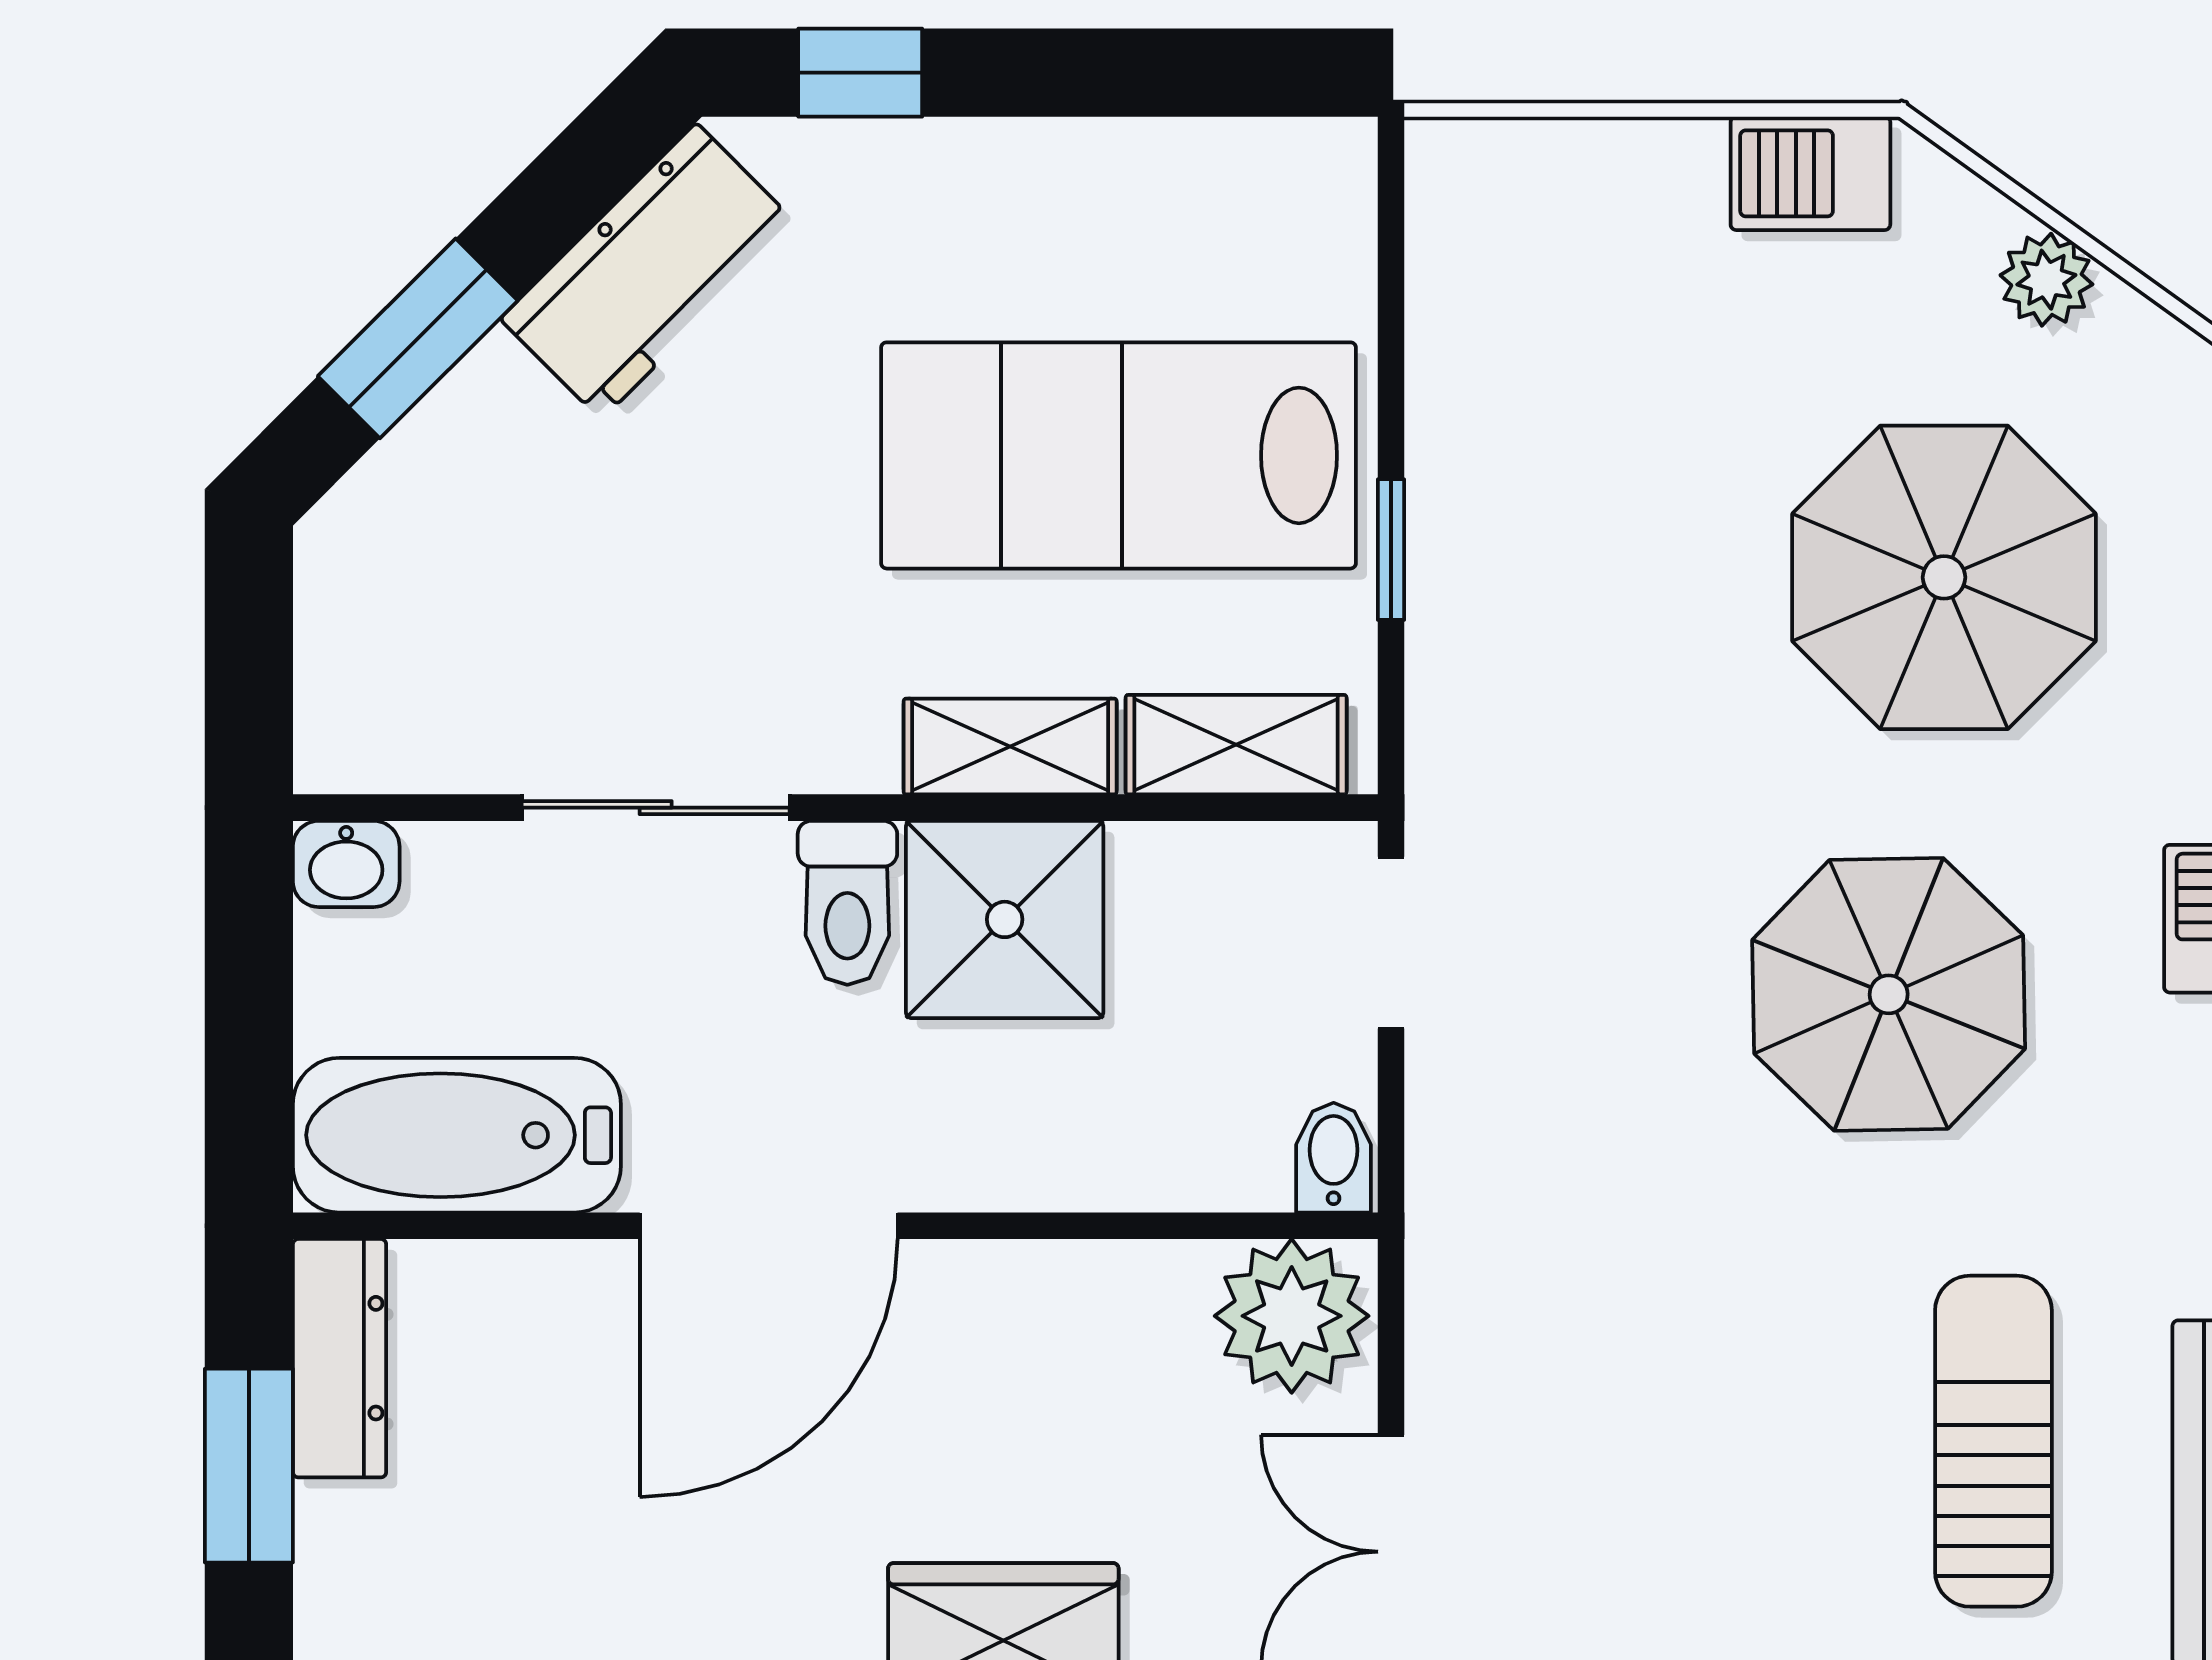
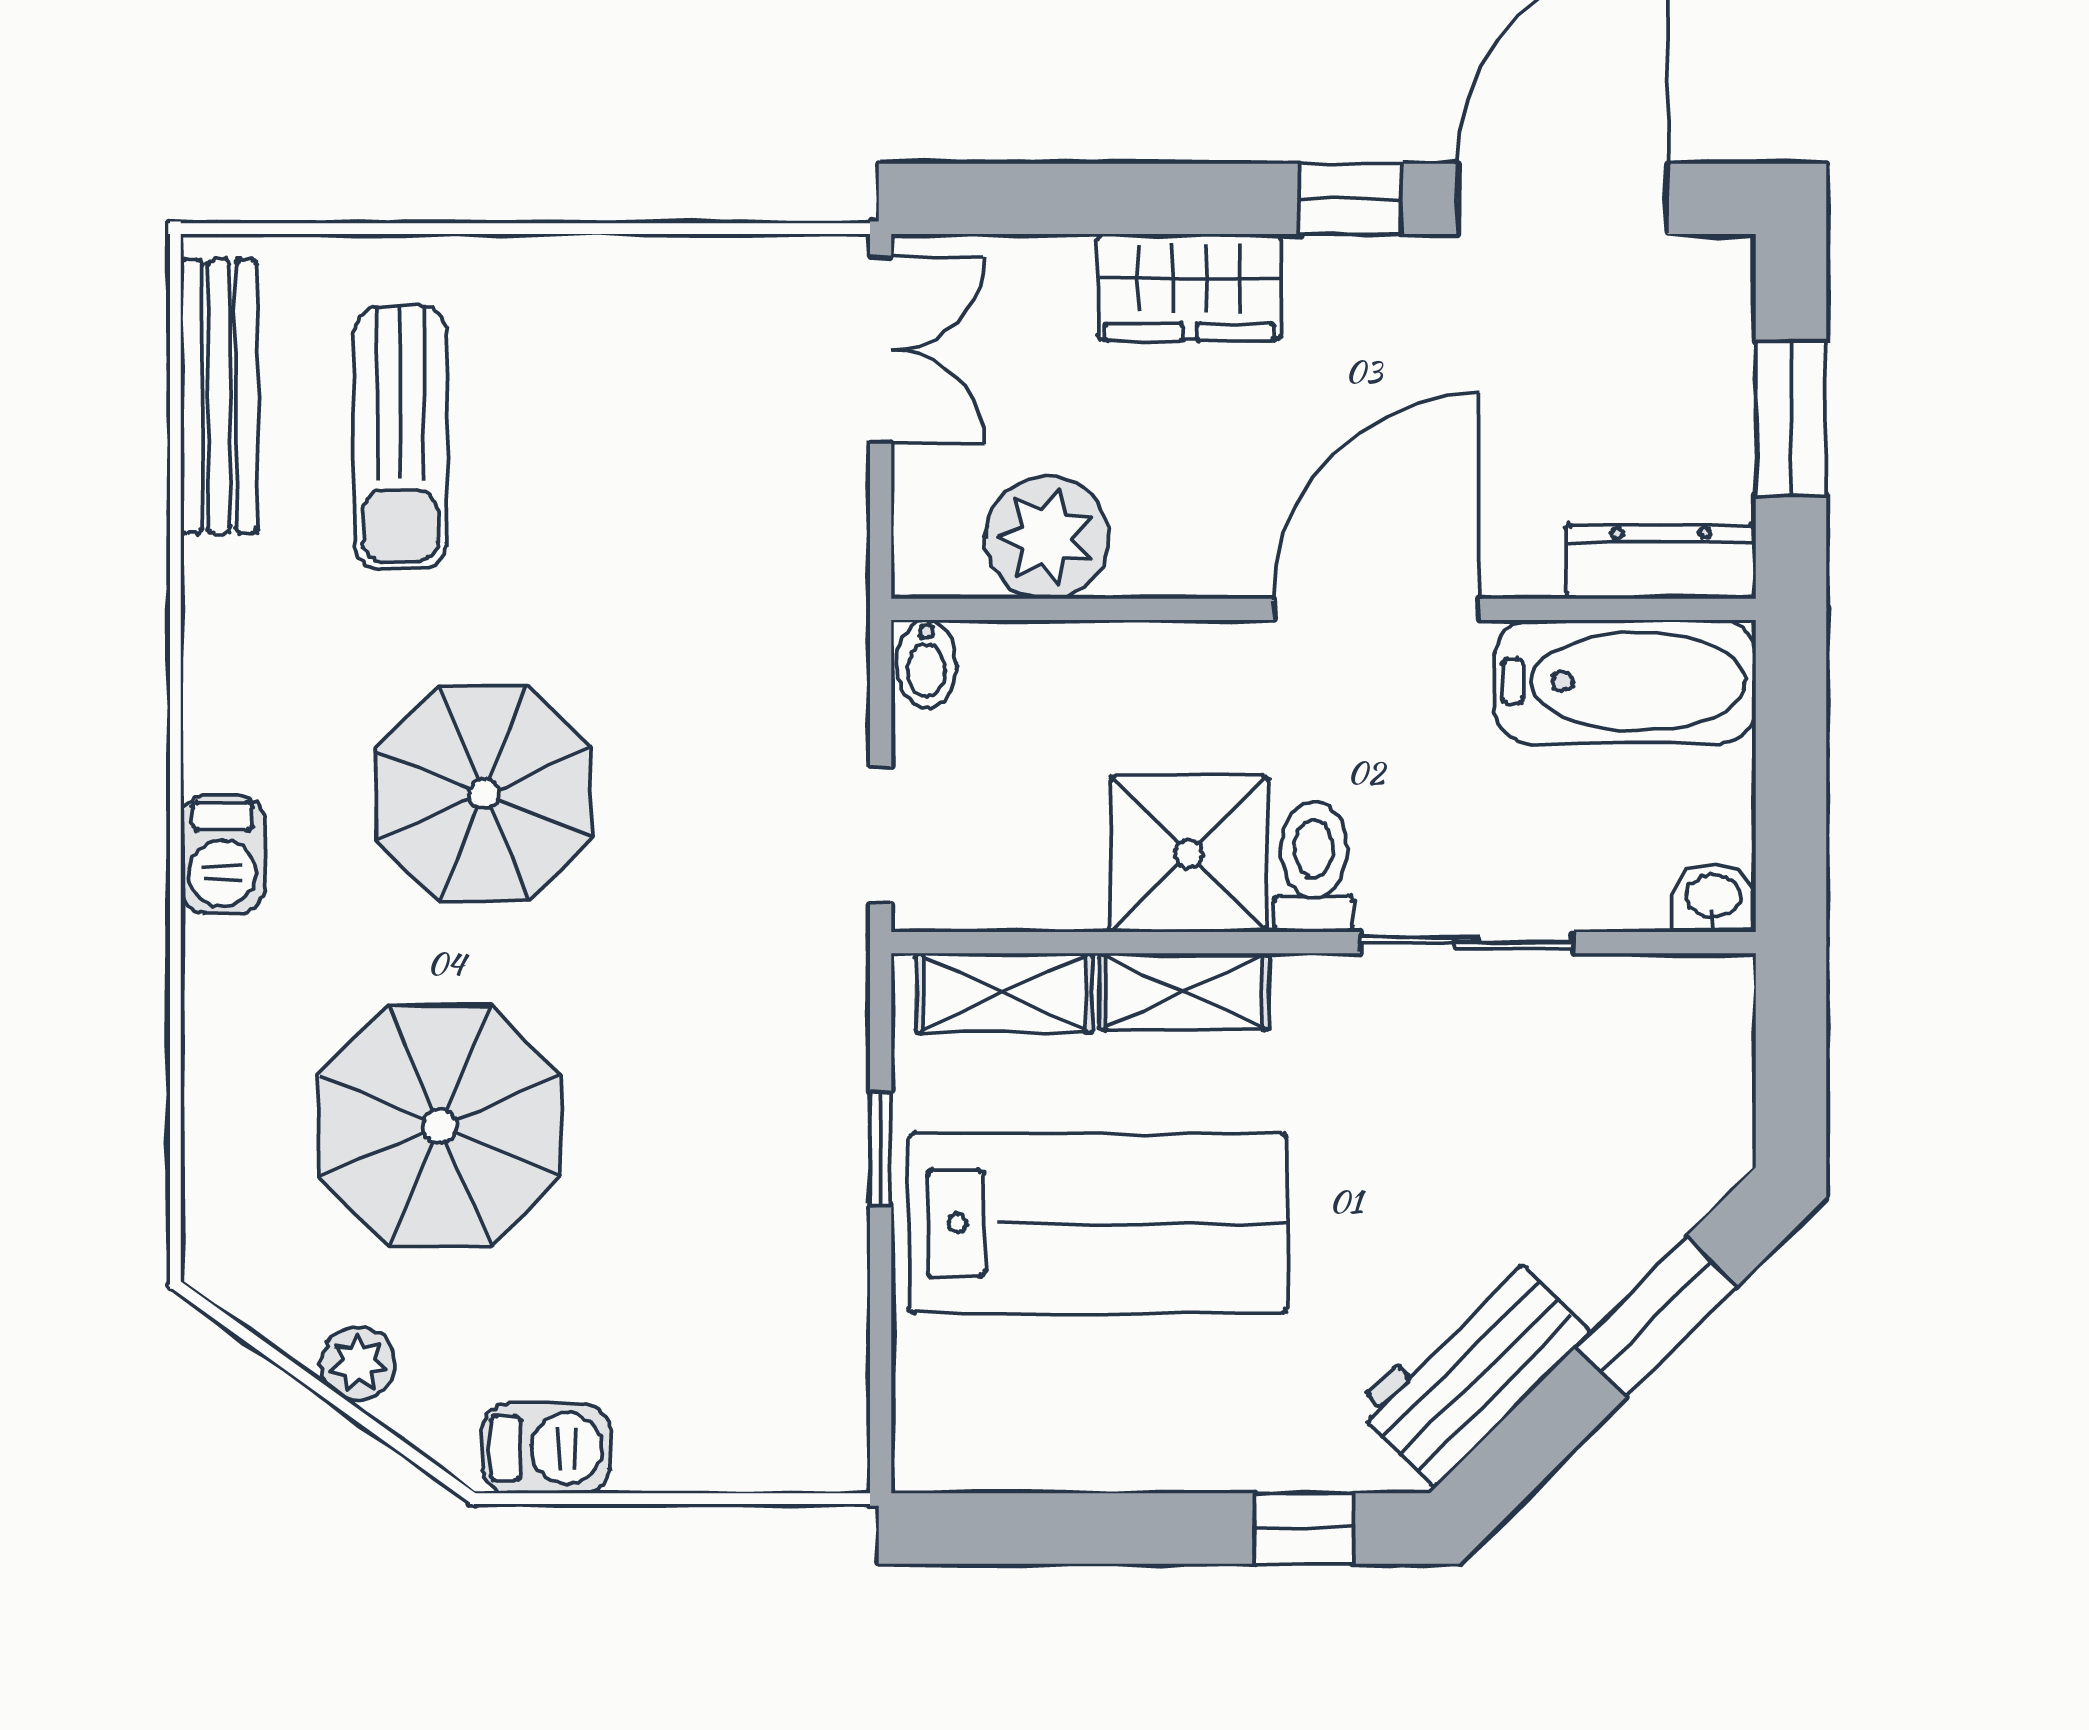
plant: (1292, 1316) -> (1047, 537), moved
dresser: (340, 1358) -> (1661, 562), moved, turned 90

